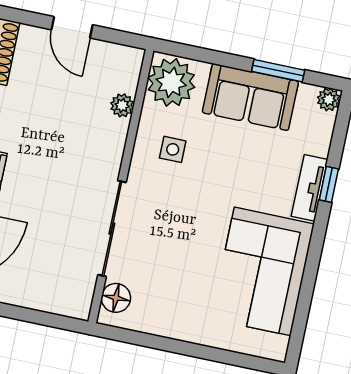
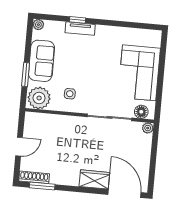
window: (278, 71) -> (26, 75), moved
plant: (122, 105) -> (148, 128), moved
corner sofa: (263, 271) -> (139, 73), moved, turned 90

